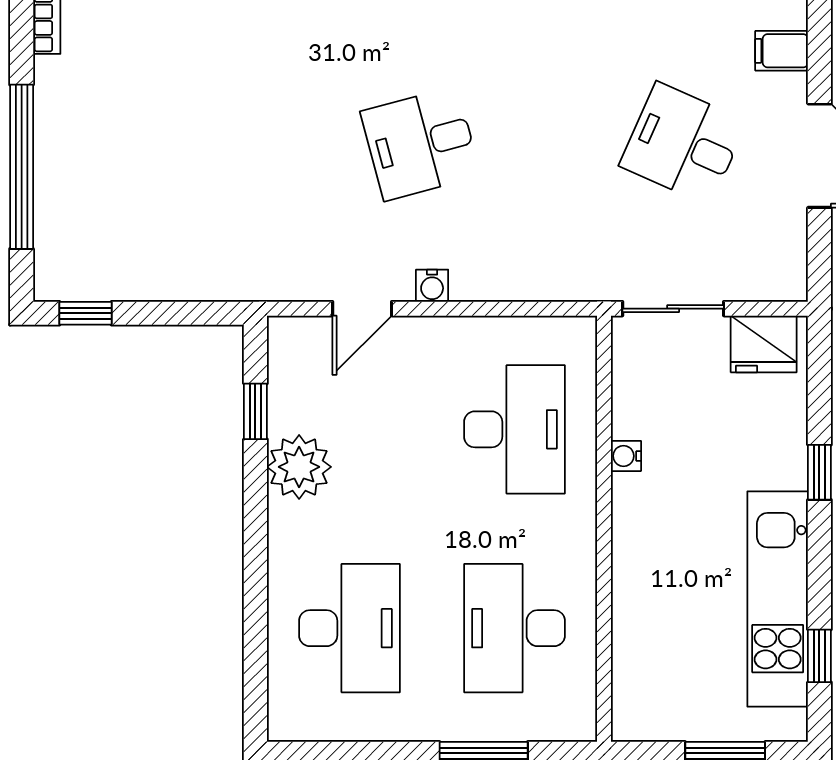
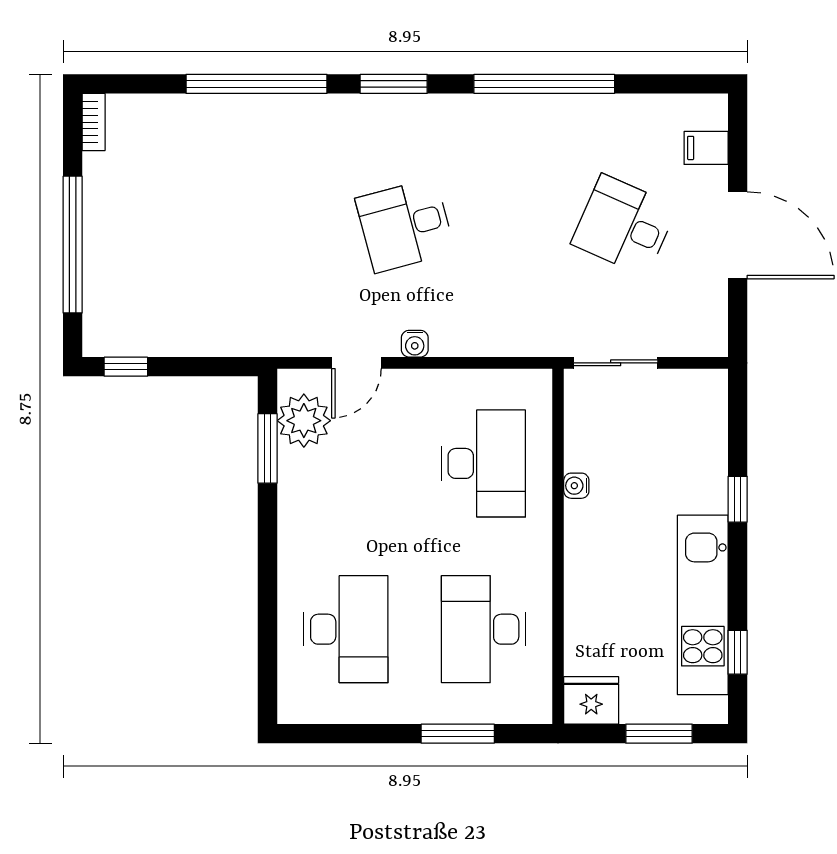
fridge: (764, 344) -> (591, 700), moved, turned 180
window: (255, 411) -> (268, 448), width x1.50
plant: (299, 467) -> (304, 421), moved

